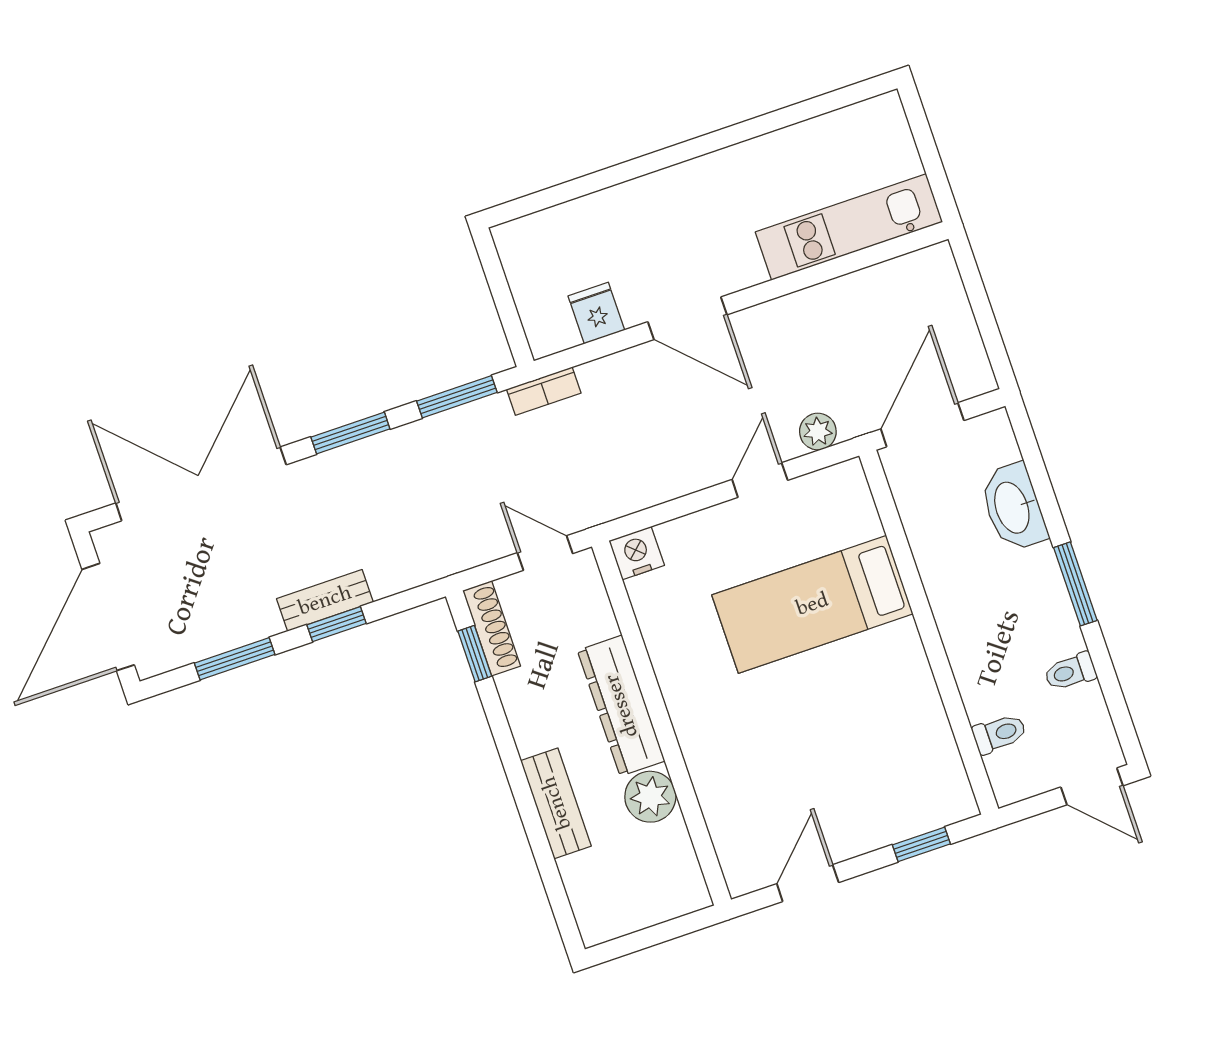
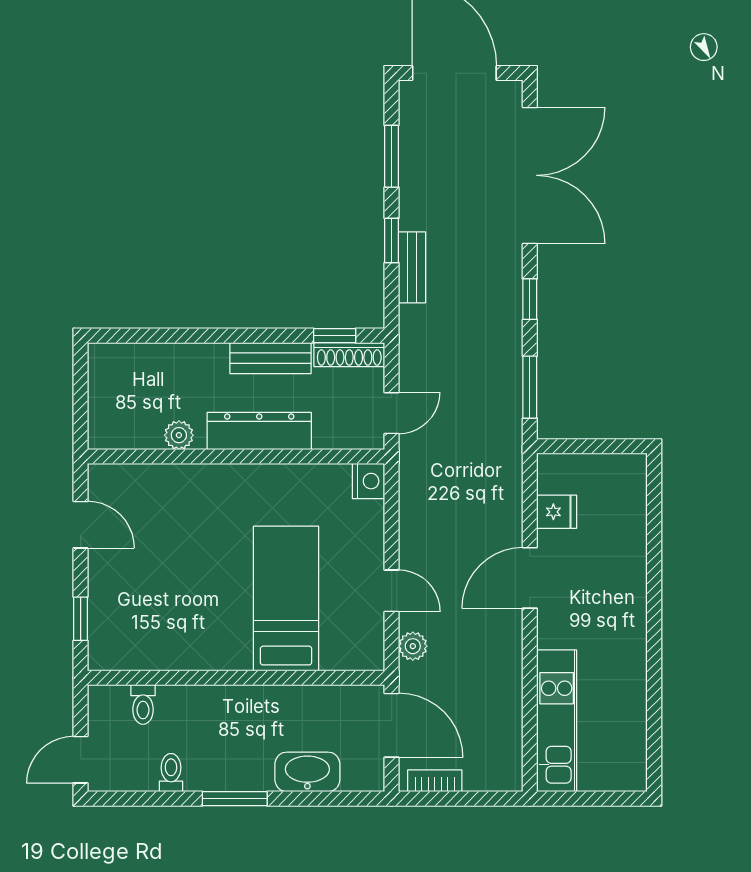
bookcase: (544, 391) -> (435, 781), moved, turned 90
window: (350, 433) -> (530, 299), width x0.67
bench: (325, 600) -> (412, 267), moved
plant: (650, 797) -> (179, 435), width x0.73, depth x0.73
bench: (556, 803) -> (270, 358), moved

